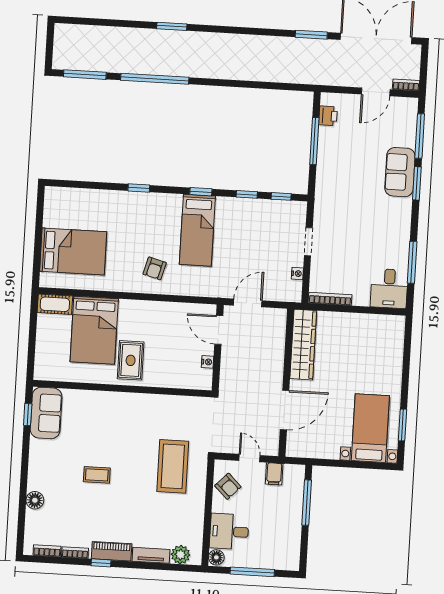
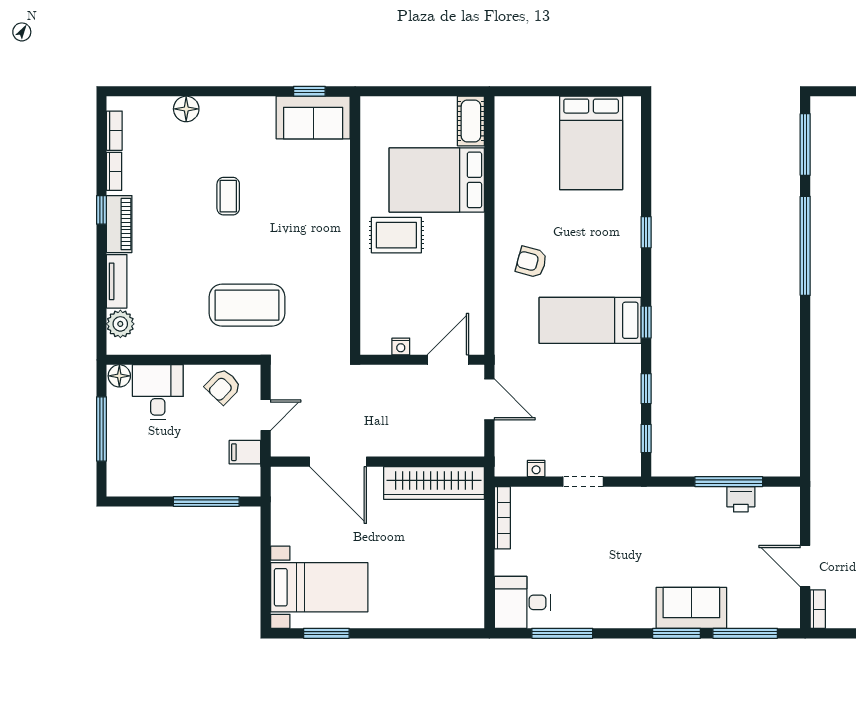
printer: (328, 116) -> (741, 499), moved
bed: (73, 251) -> (591, 143), moved

